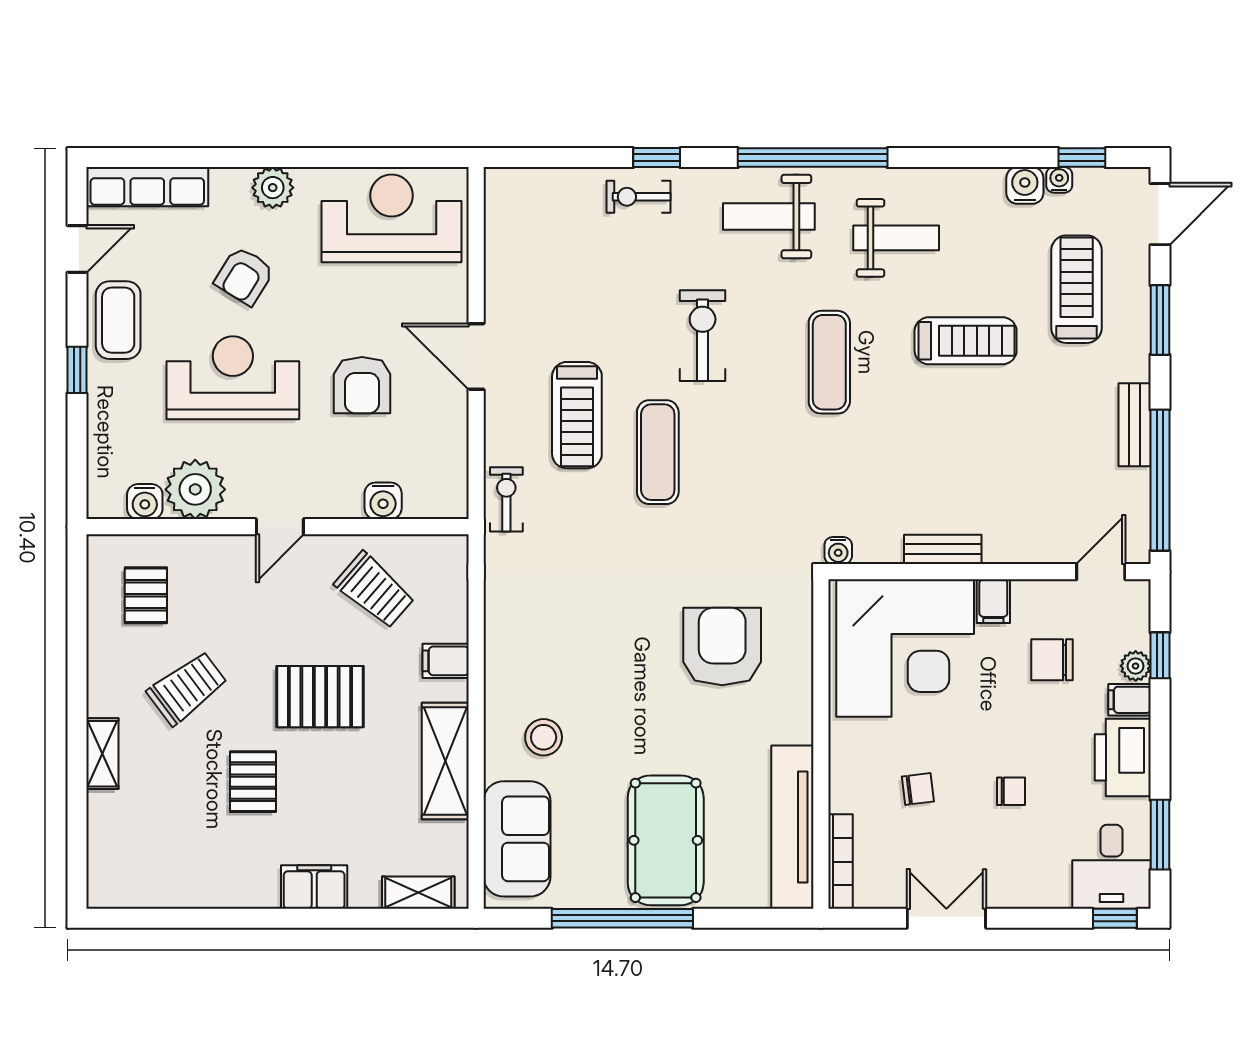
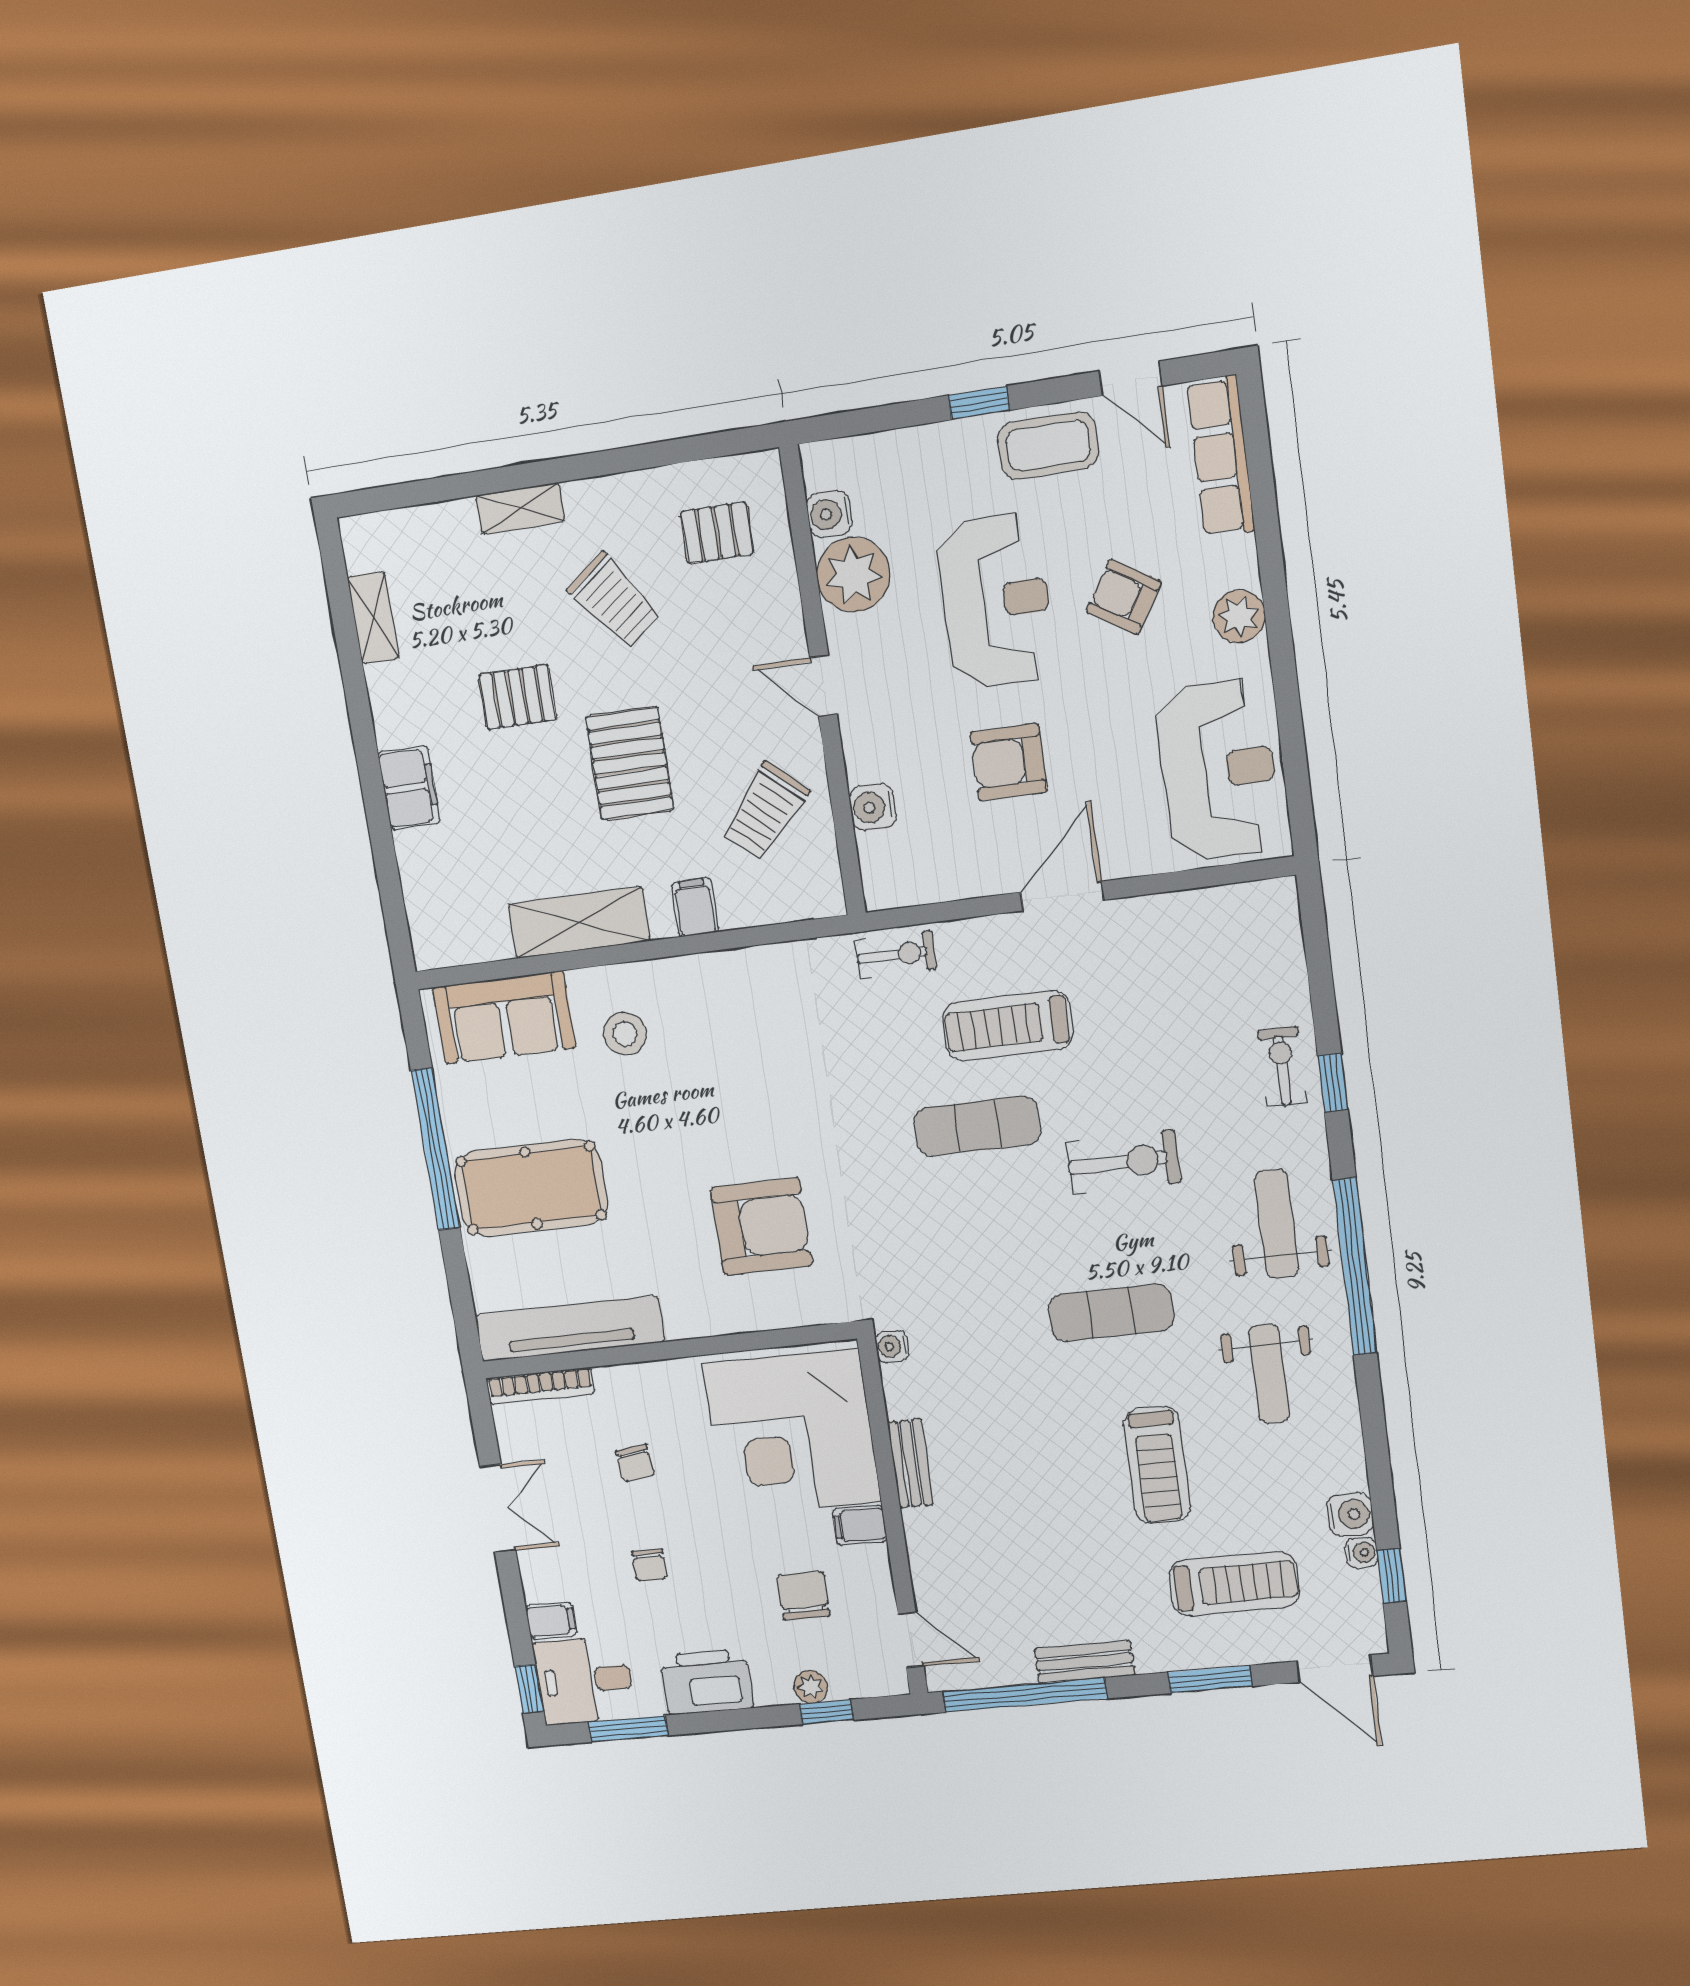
filing cabinet: (1129, 700) -> (551, 1621), moved, turned 90
shelving: (418, 893) -> (373, 618), moved

